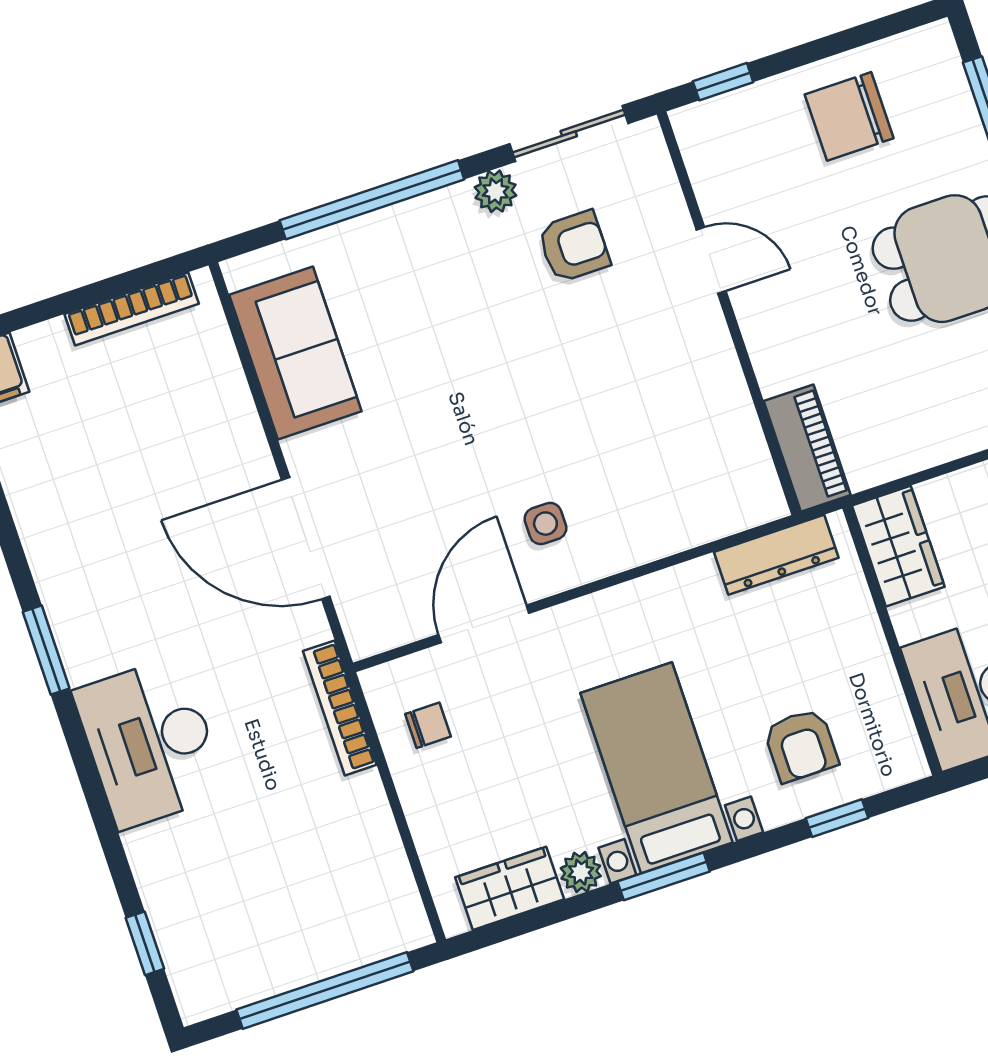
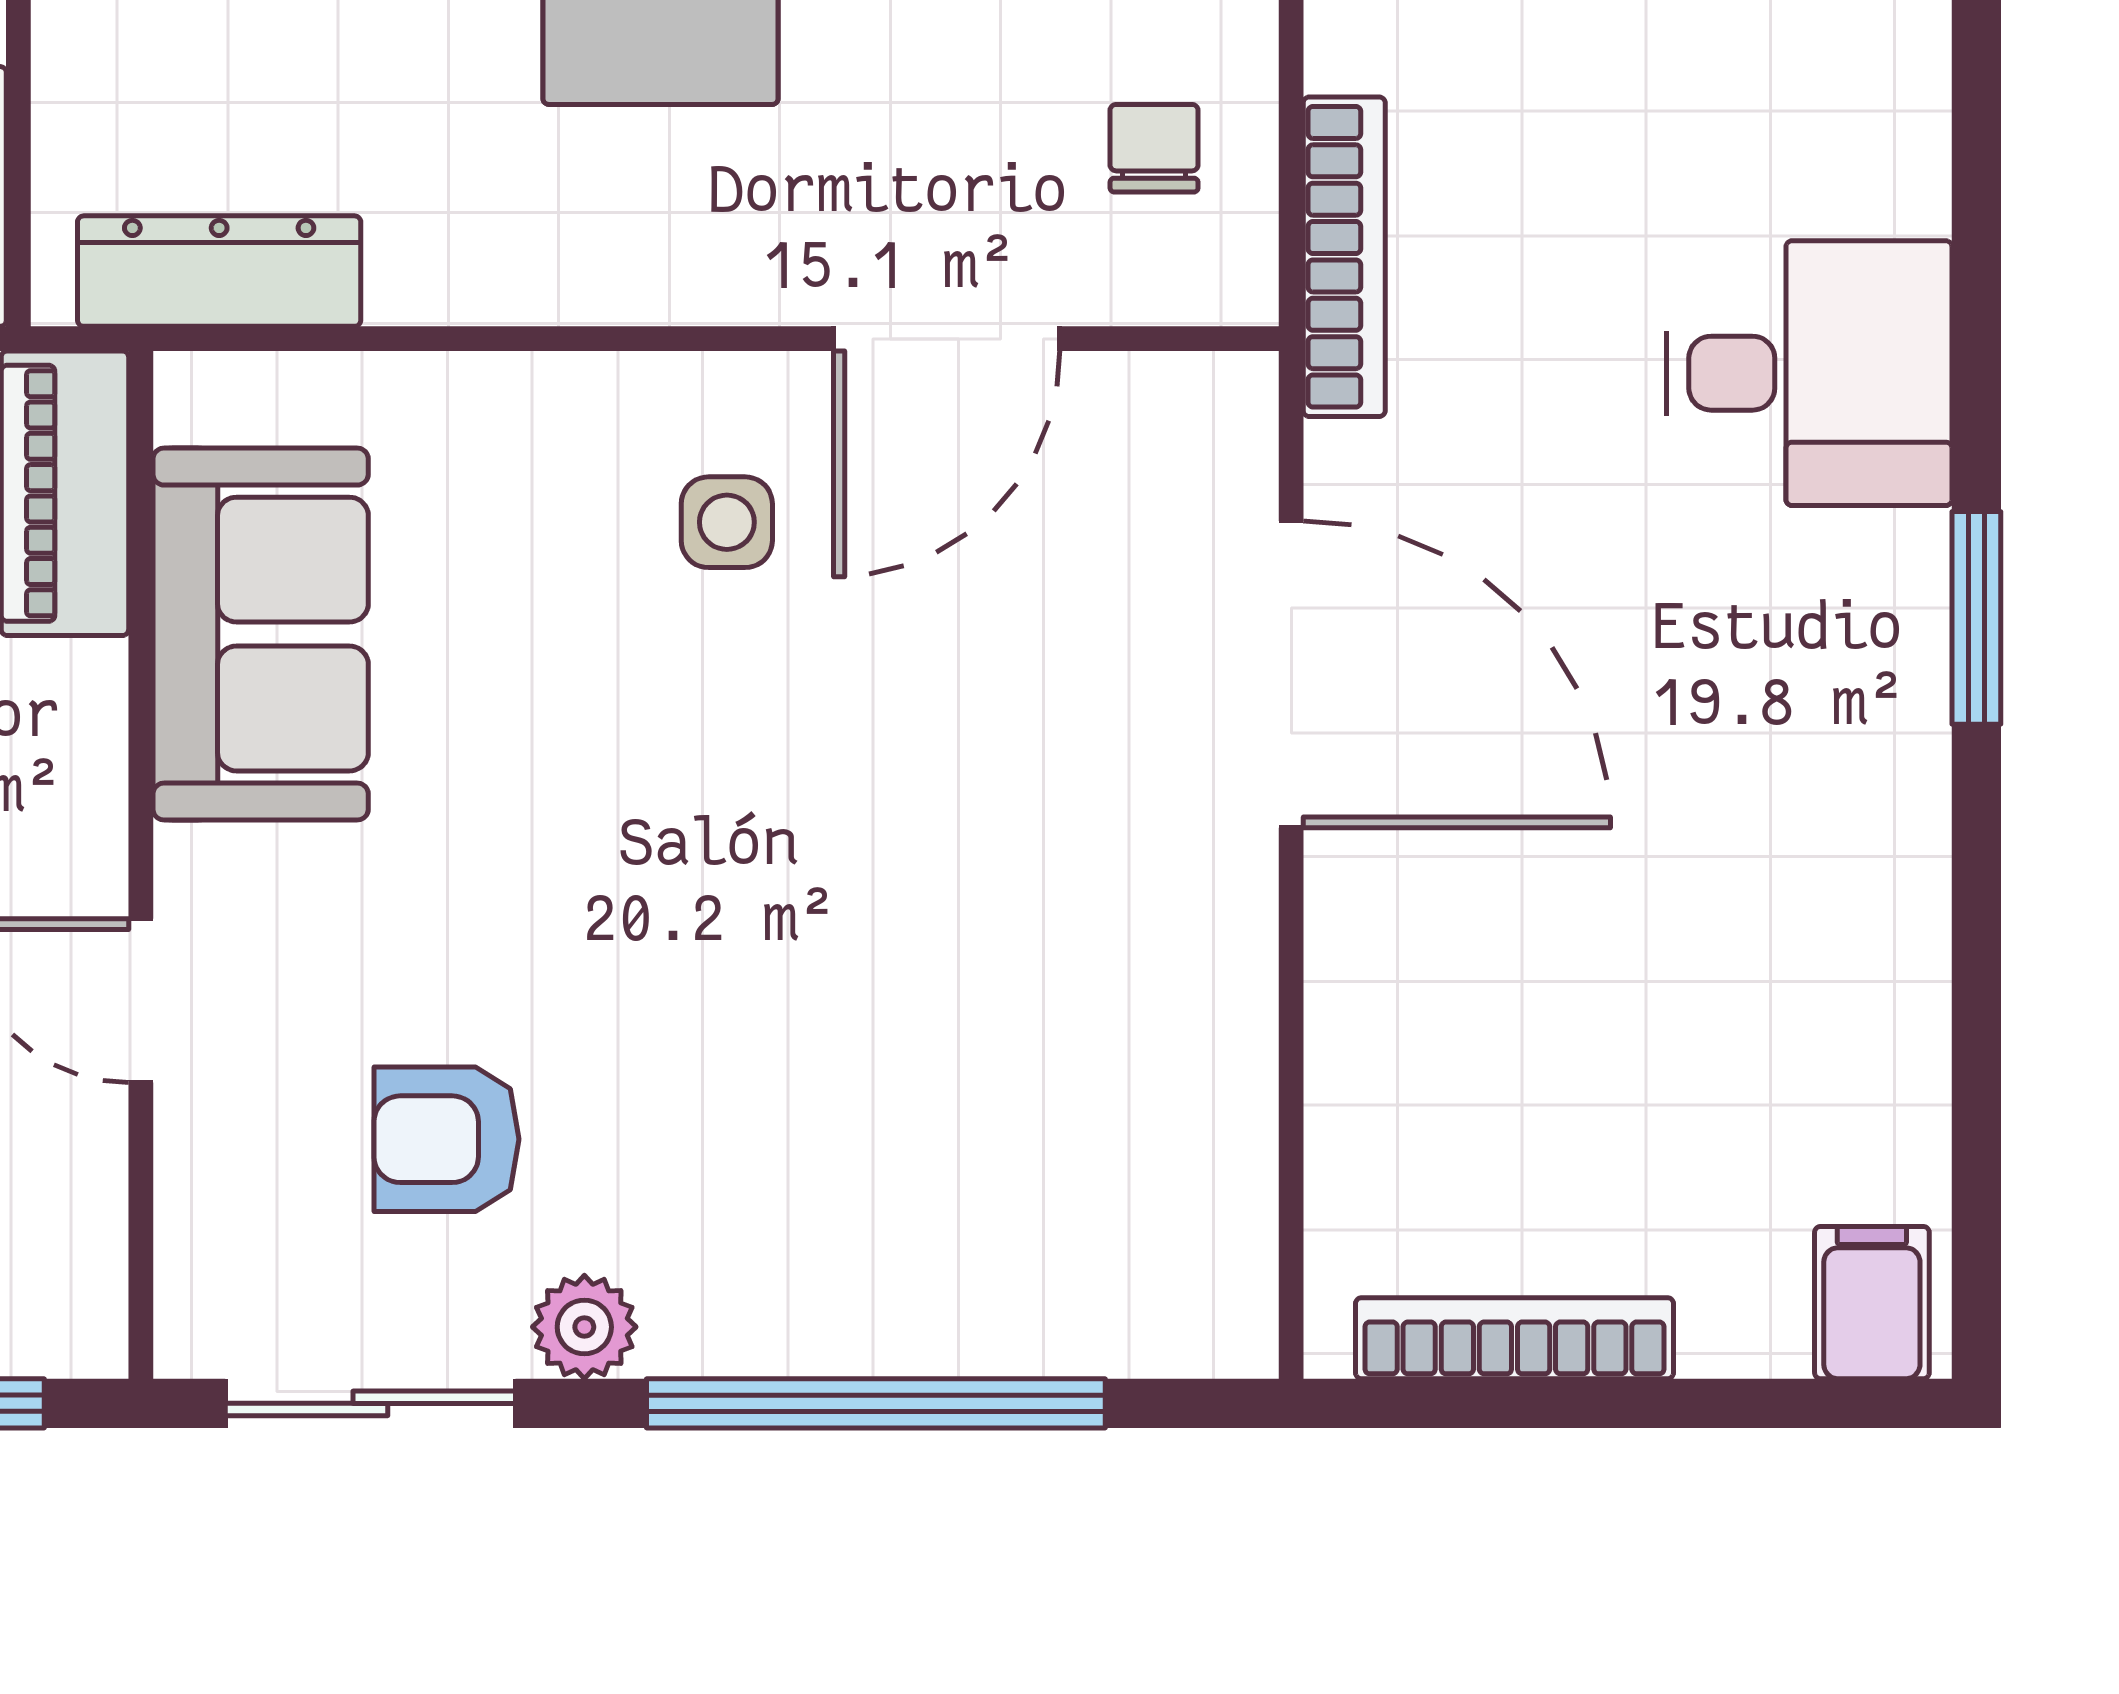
sofa: (295, 353) -> (261, 634), moved, turned 180
chair: (428, 725) -> (1154, 148), turned 90
desk: (150, 743) -> (1809, 373), width x0.73

